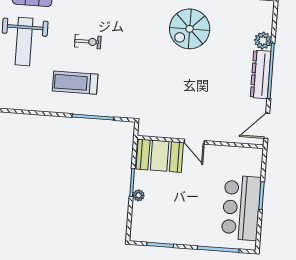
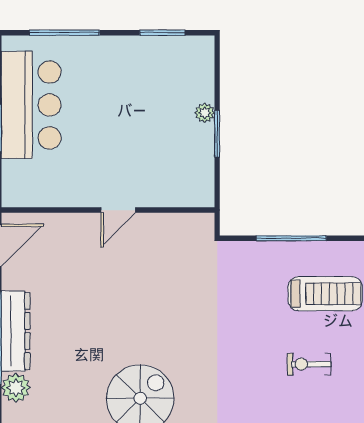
door: (194, 142) -> (118, 210), swing flipped
booth: (160, 156) -> (174, 182), removed

